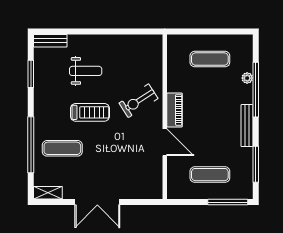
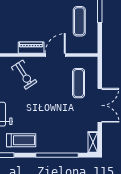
treadmill: (90, 112) -> (21, 140), moved, turned 90
exercise mat: (62, 148) -> (79, 83), moved

